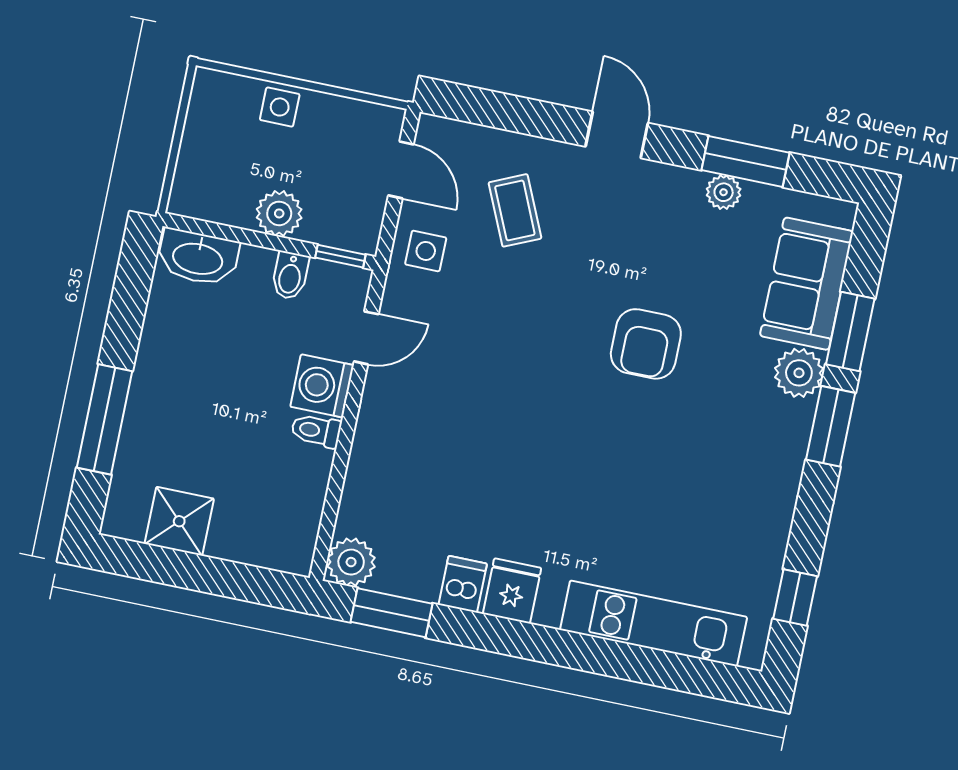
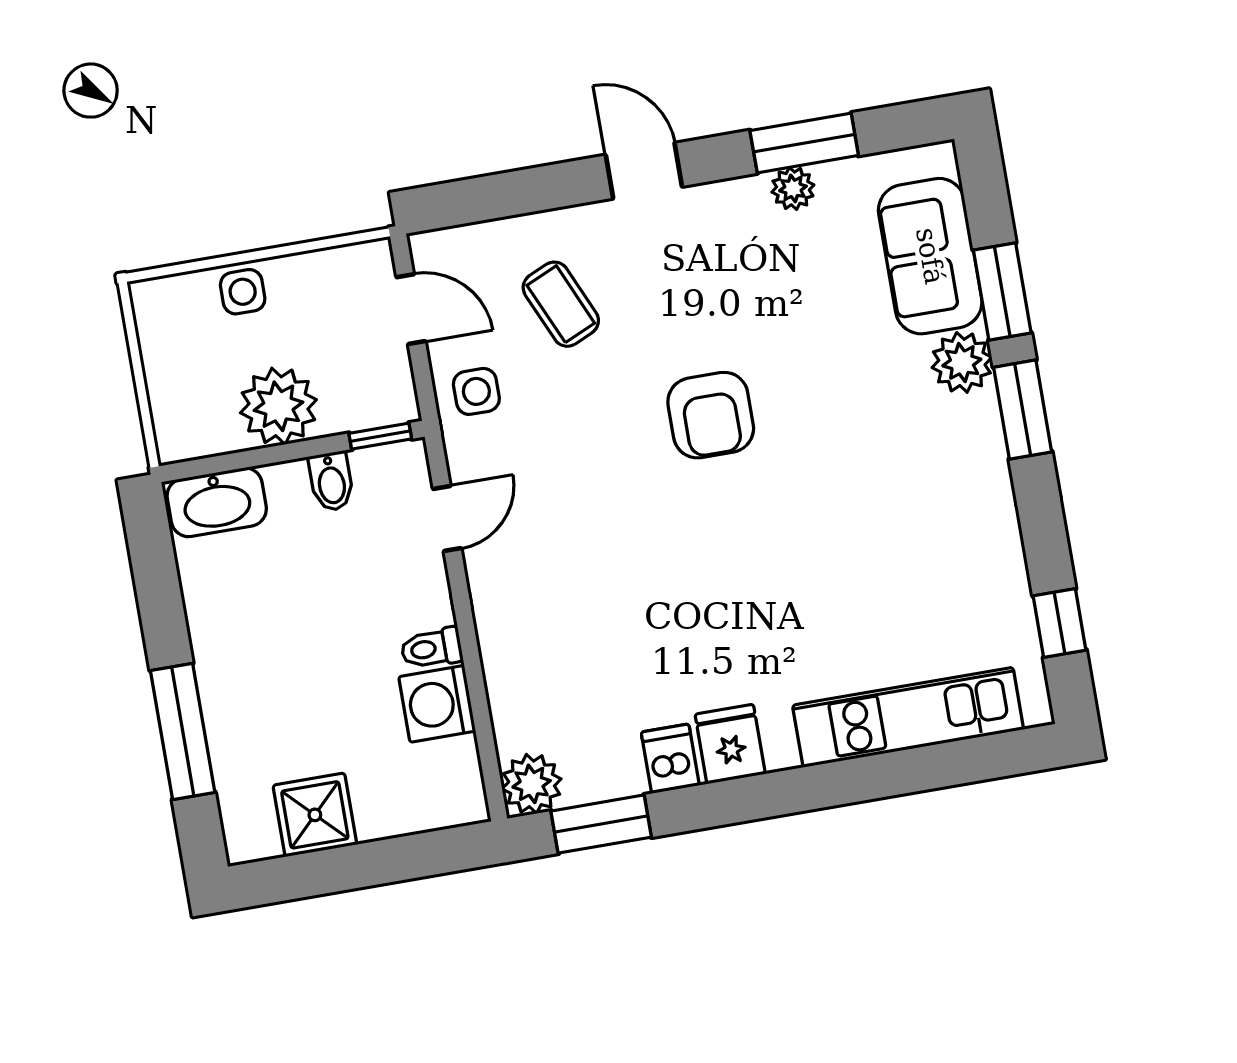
plant: (279, 213) -> (278, 406), width x1.36, depth x1.36
armchair: (646, 344) -> (711, 415), moved
washing machine: (322, 386) -> (437, 704), moved

